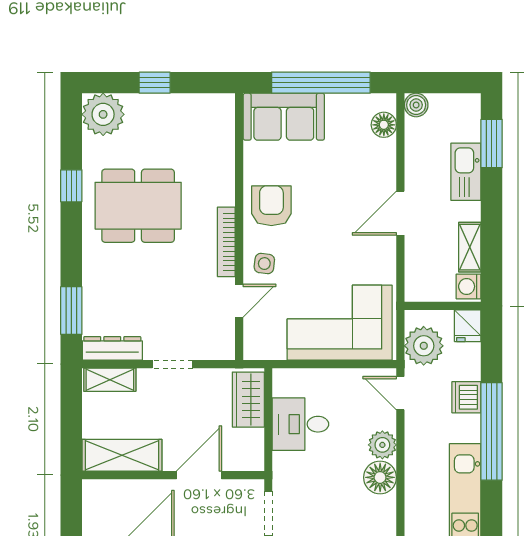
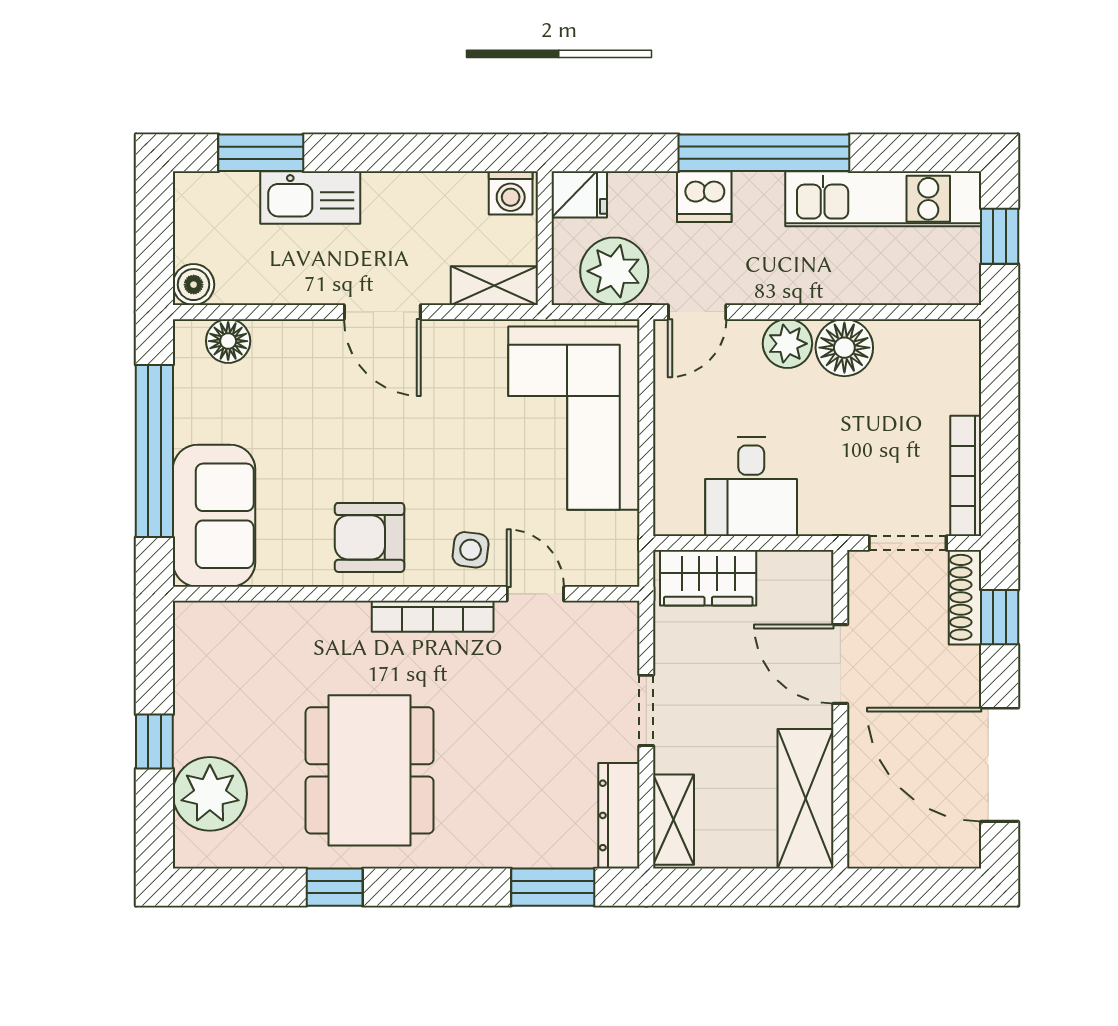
plant: (103, 114) -> (210, 794), moved
shelving: (470, 247) -> (494, 286), moved

